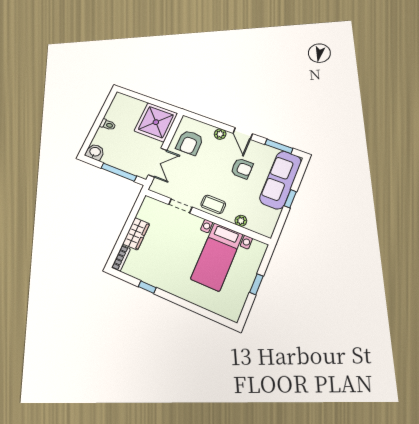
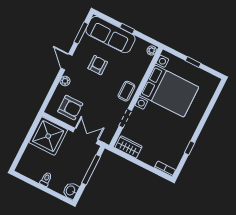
door: (243, 133) -> (67, 62), swing flipped
plant: (241, 221) -> (152, 51), moved
wardrobe: (136, 234) -> (129, 147), moved
bed with nightstands: (217, 257) -> (169, 91), width x1.36

